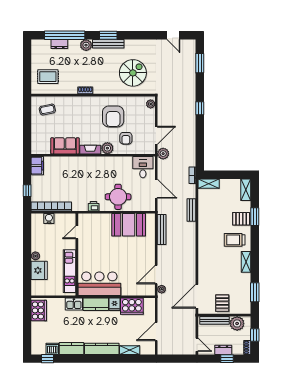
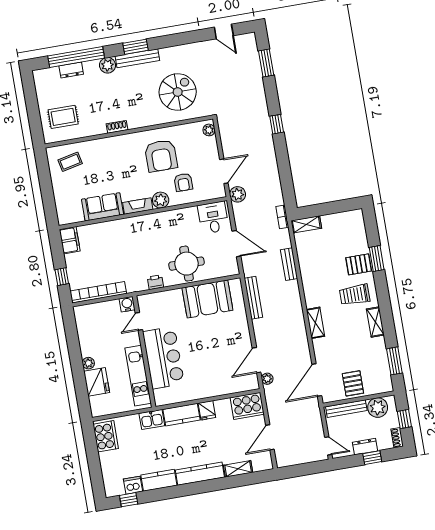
shelving: (246, 190) -> (316, 323), moved
water cooler: (49, 219) -> (127, 304), moved
bar counter: (99, 284) -> (163, 358), moved, turned 90
cooker: (132, 306) -> (247, 406), moved

